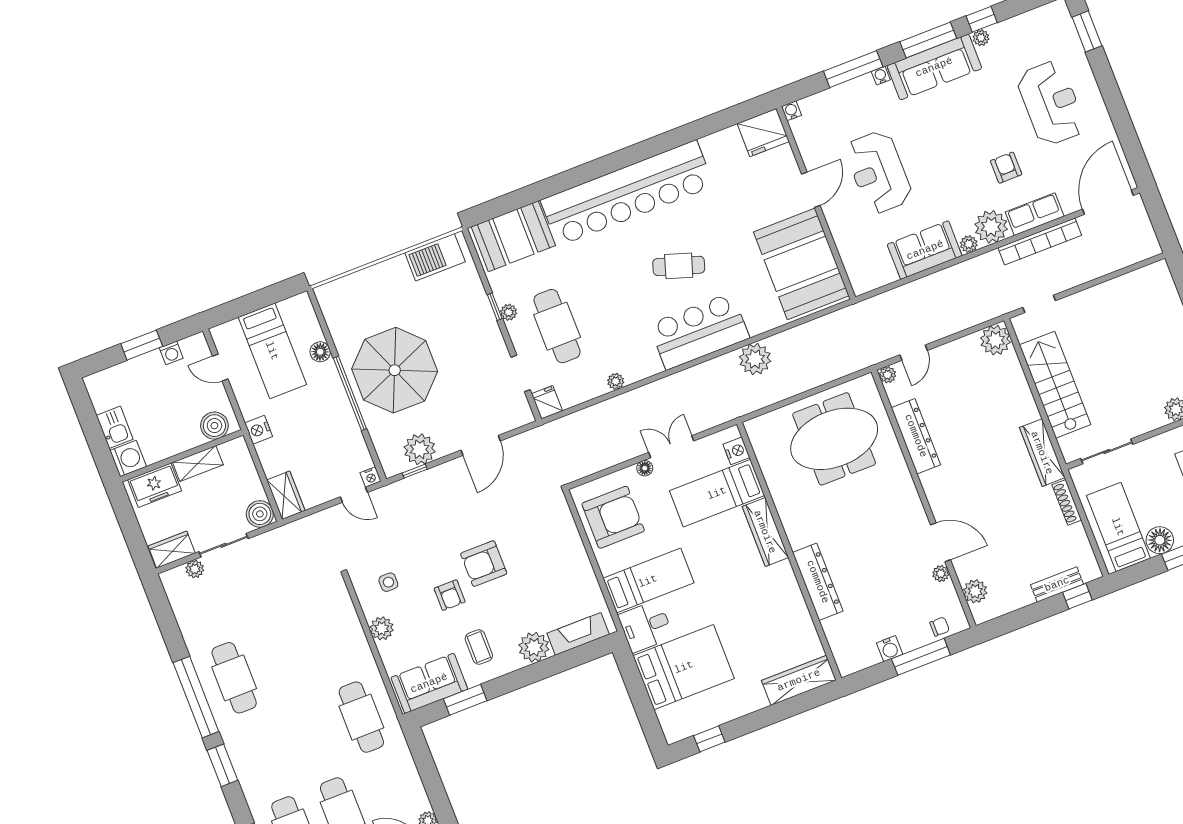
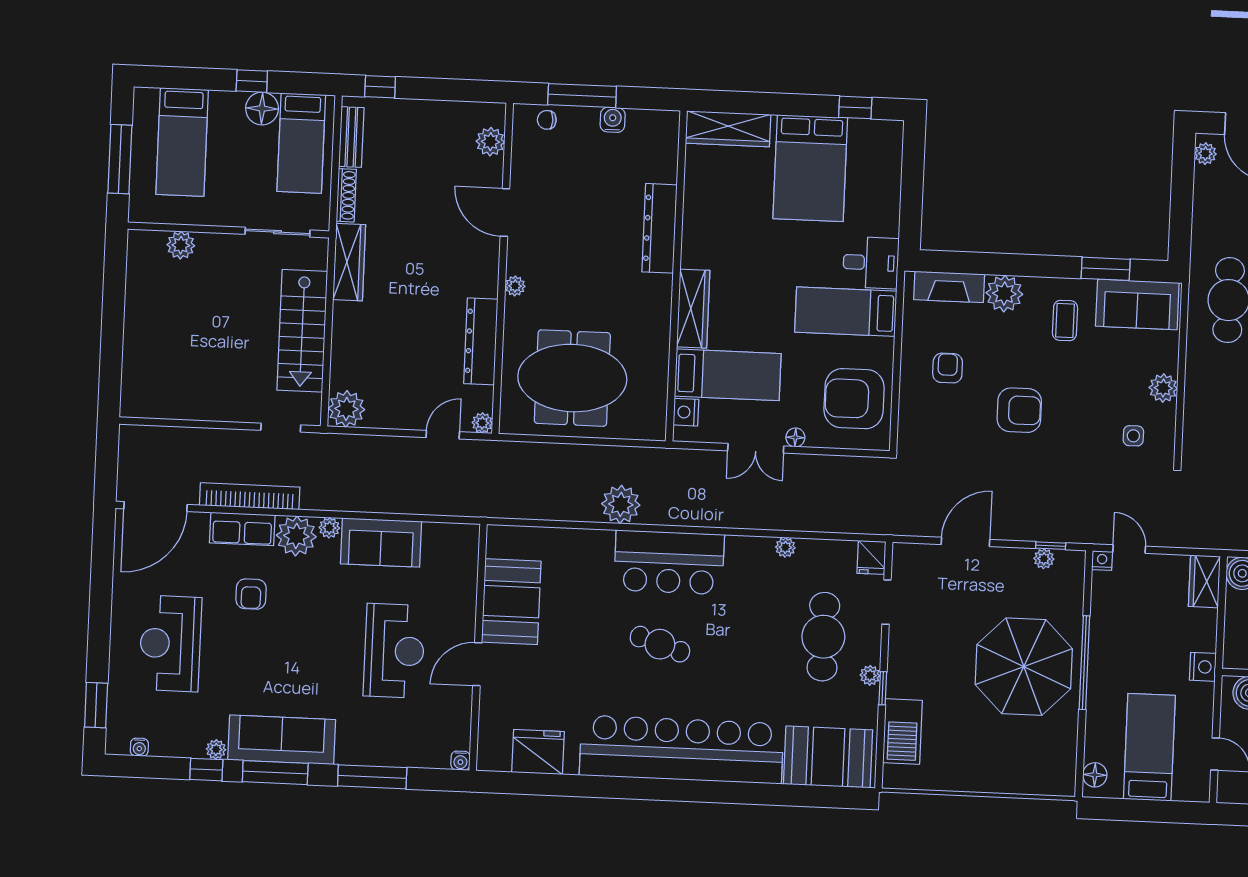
water cooler: (881, 76) -> (139, 747), moved
fridge: (763, 133) -> (538, 752), moved
barbecue: (435, 257) -> (902, 732), moved, turned 90
booth: (801, 264) -> (511, 602), width x0.73, depth x0.70
floor lamp: (320, 352) -> (1095, 775), moved
plant: (420, 449) -> (1044, 559), width x0.53, depth x0.53
plant: (941, 574) -> (515, 286), moved
bench: (1057, 584) -> (351, 137), moved, turned 90
armchair: (450, 595) -> (948, 368), moved
bed: (684, 667) -> (810, 168), moved, turned -90

